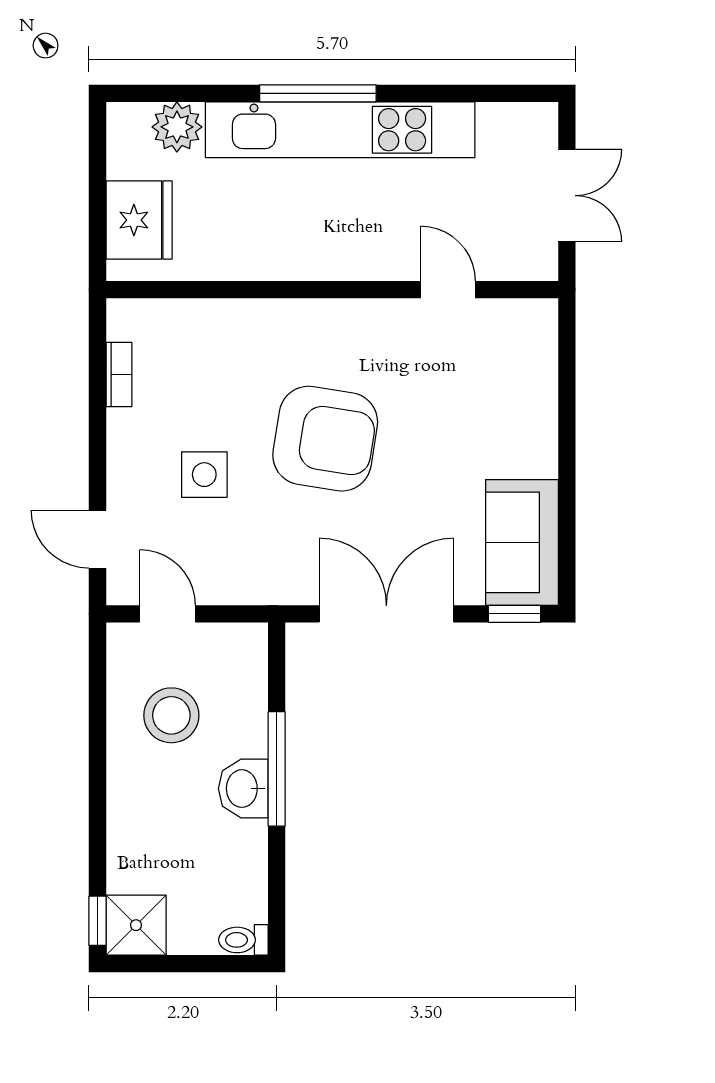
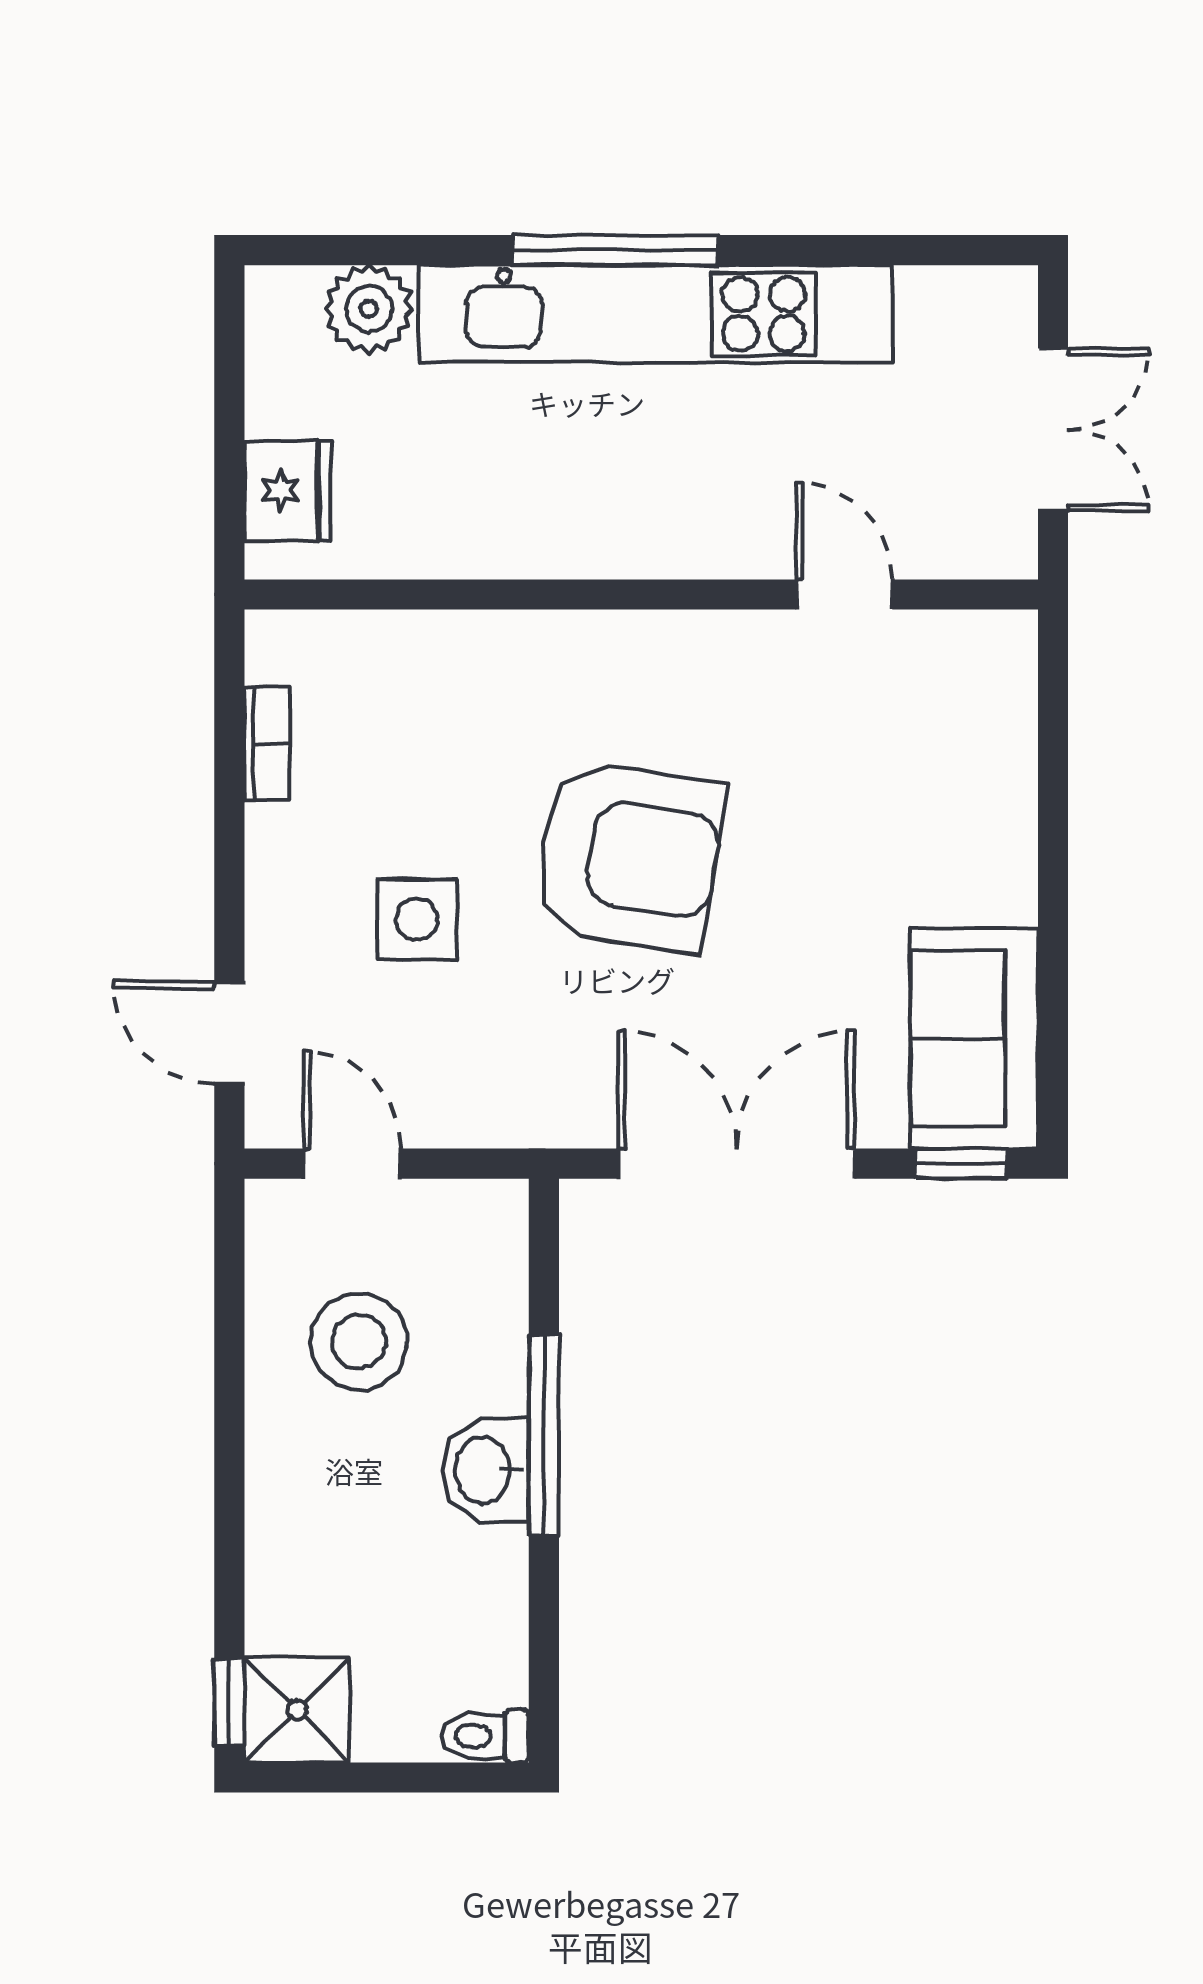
fridge: (139, 220) -> (288, 491), width x0.73, depth x0.75

